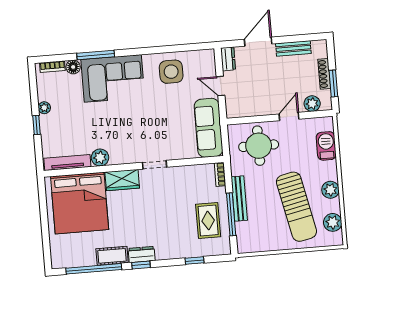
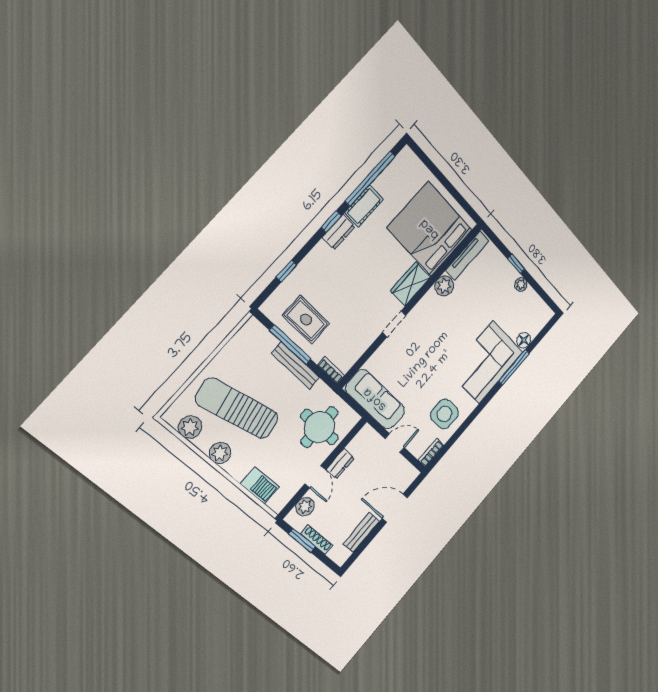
door: (258, 42) -> (395, 508), swing flipped
dresser: (228, 59) -> (340, 464), moved, turned -90
bookcase: (52, 67) -> (431, 453), moved

